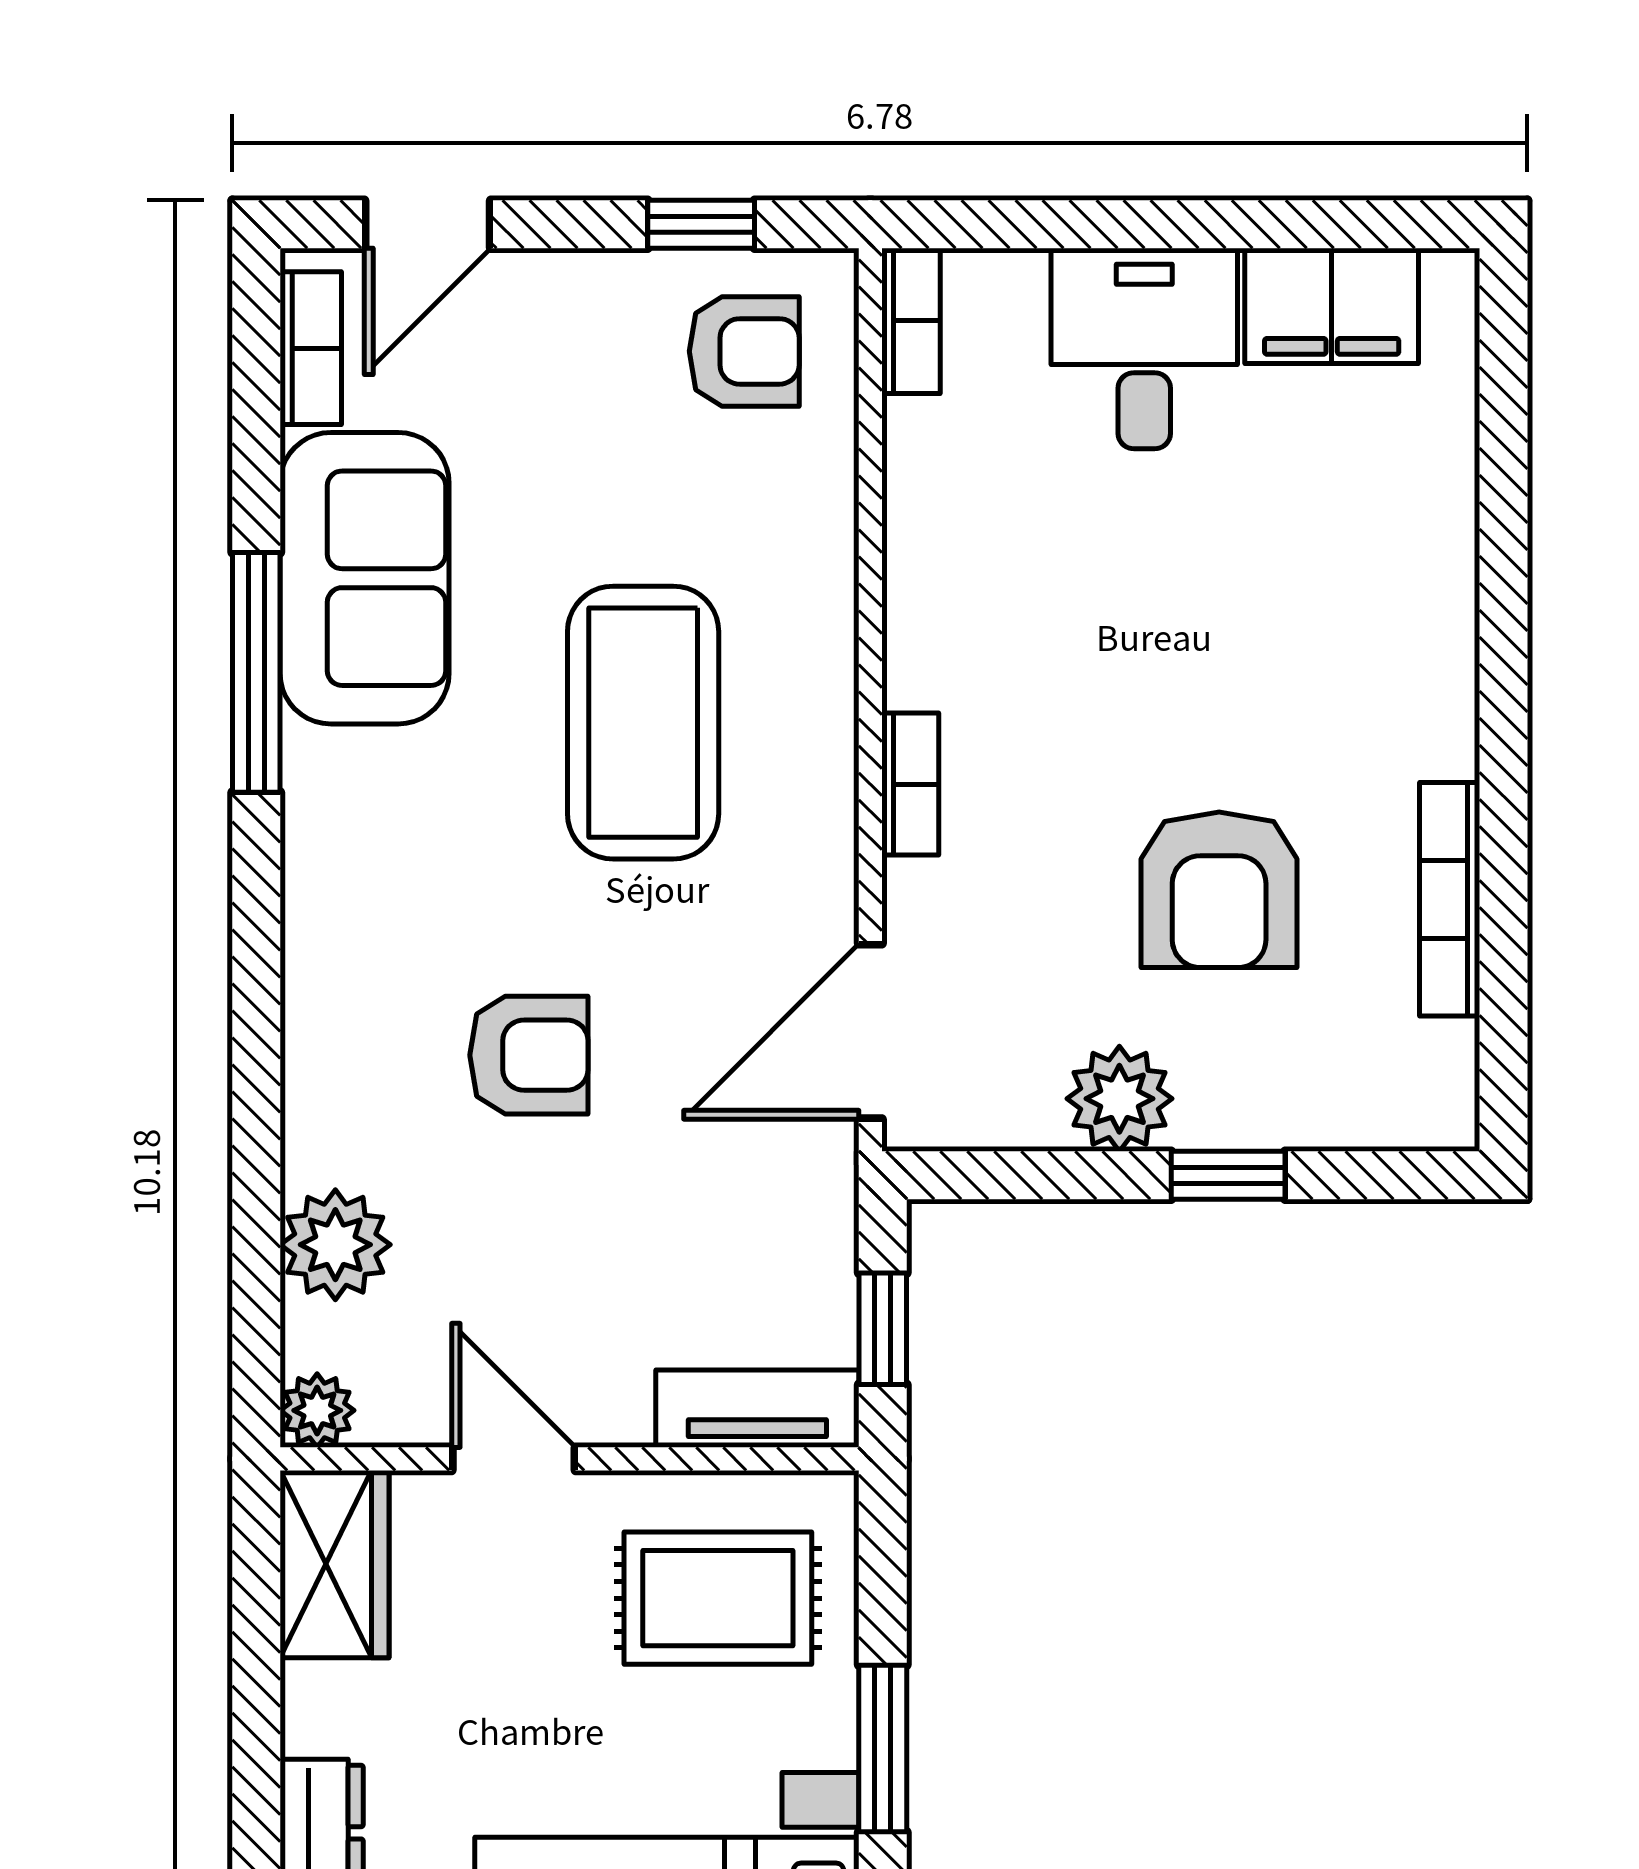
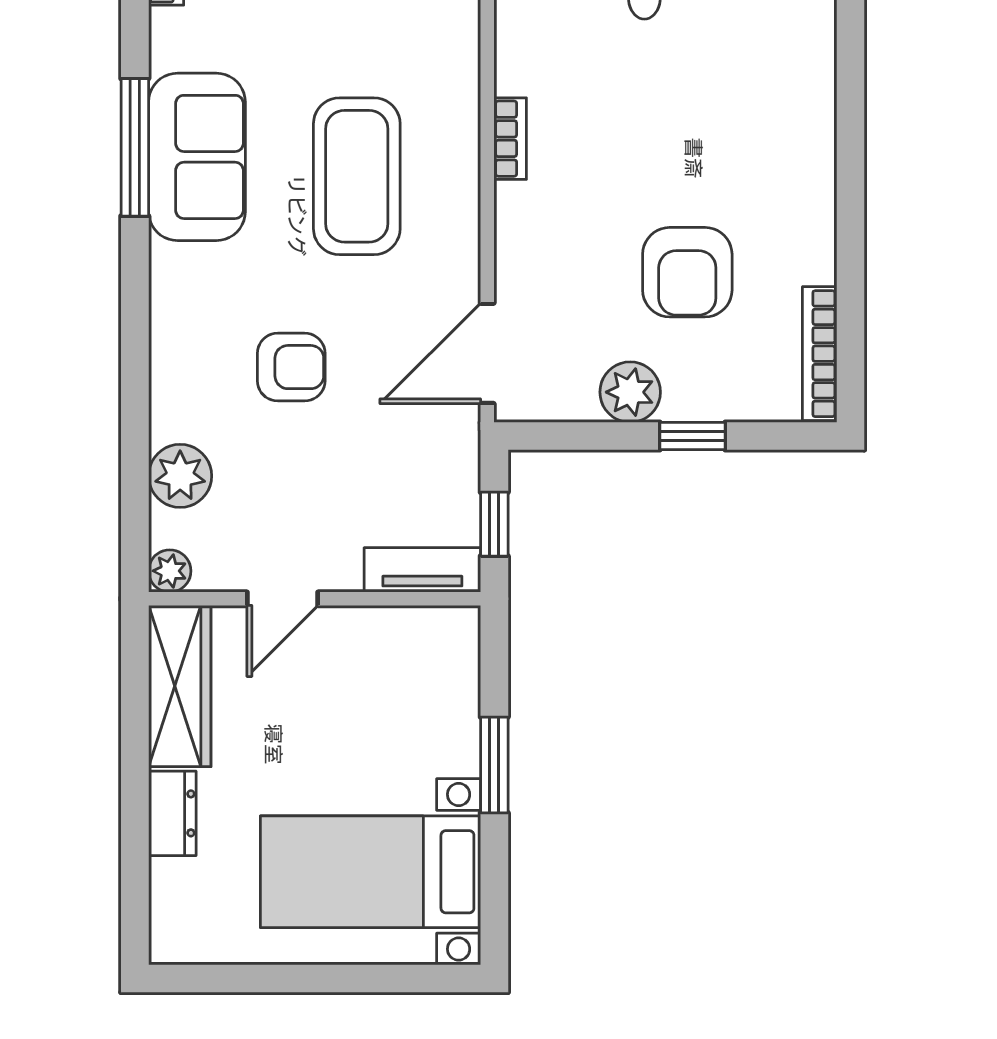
sofa: (365, 578) -> (197, 157), moved
bookcase: (910, 784) -> (510, 139), moved
bookcase: (1450, 899) -> (820, 354), moved
door: (514, 1459) -> (282, 599), swing flipped
wardrobe: (335, 1564) -> (180, 686), width x1.50
rug: (718, 1598) -> (400, 679), removed

